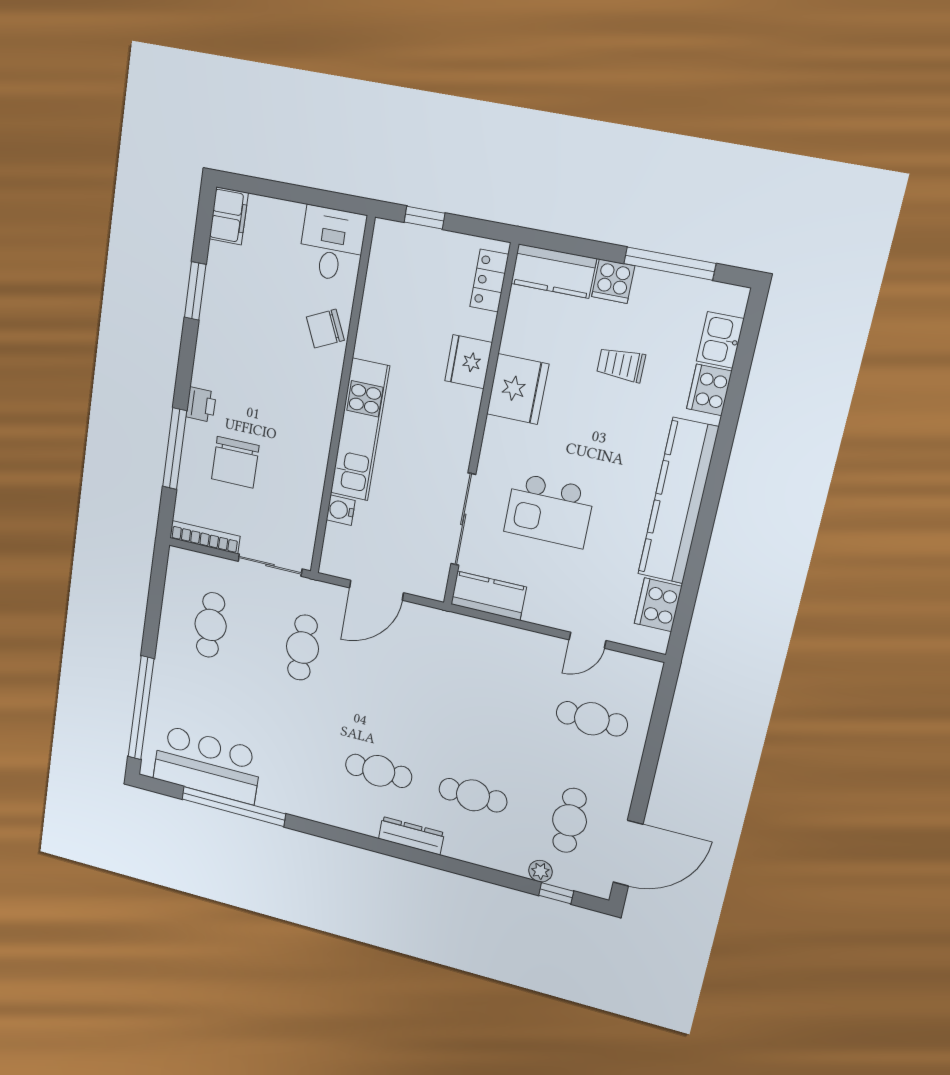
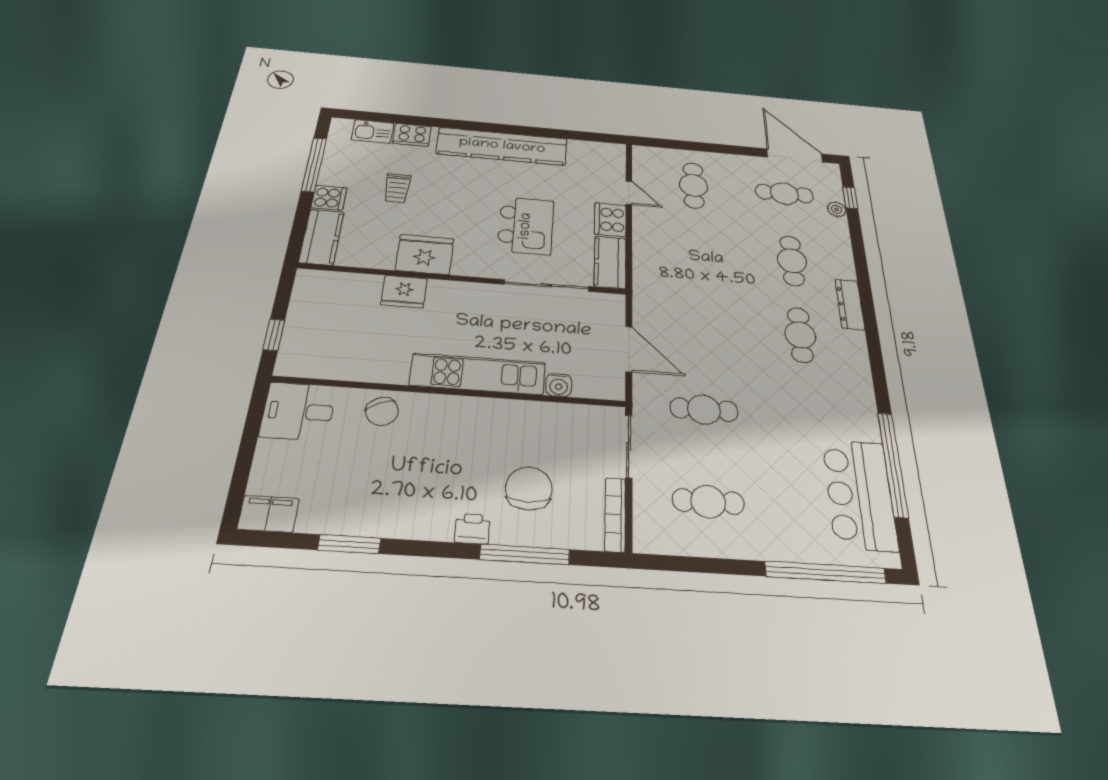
locker: (489, 281) -> (331, 281), removed
chair: (235, 462) -> (529, 488), turned -90
cooker: (658, 605) -> (610, 220), moved, turned 90

